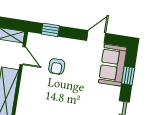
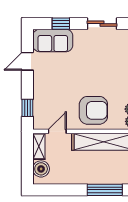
door: (96, 37) -> (27, 61), hinge flipped
armchair: (57, 66) -> (93, 110), moved, width x1.88, depth x1.88

